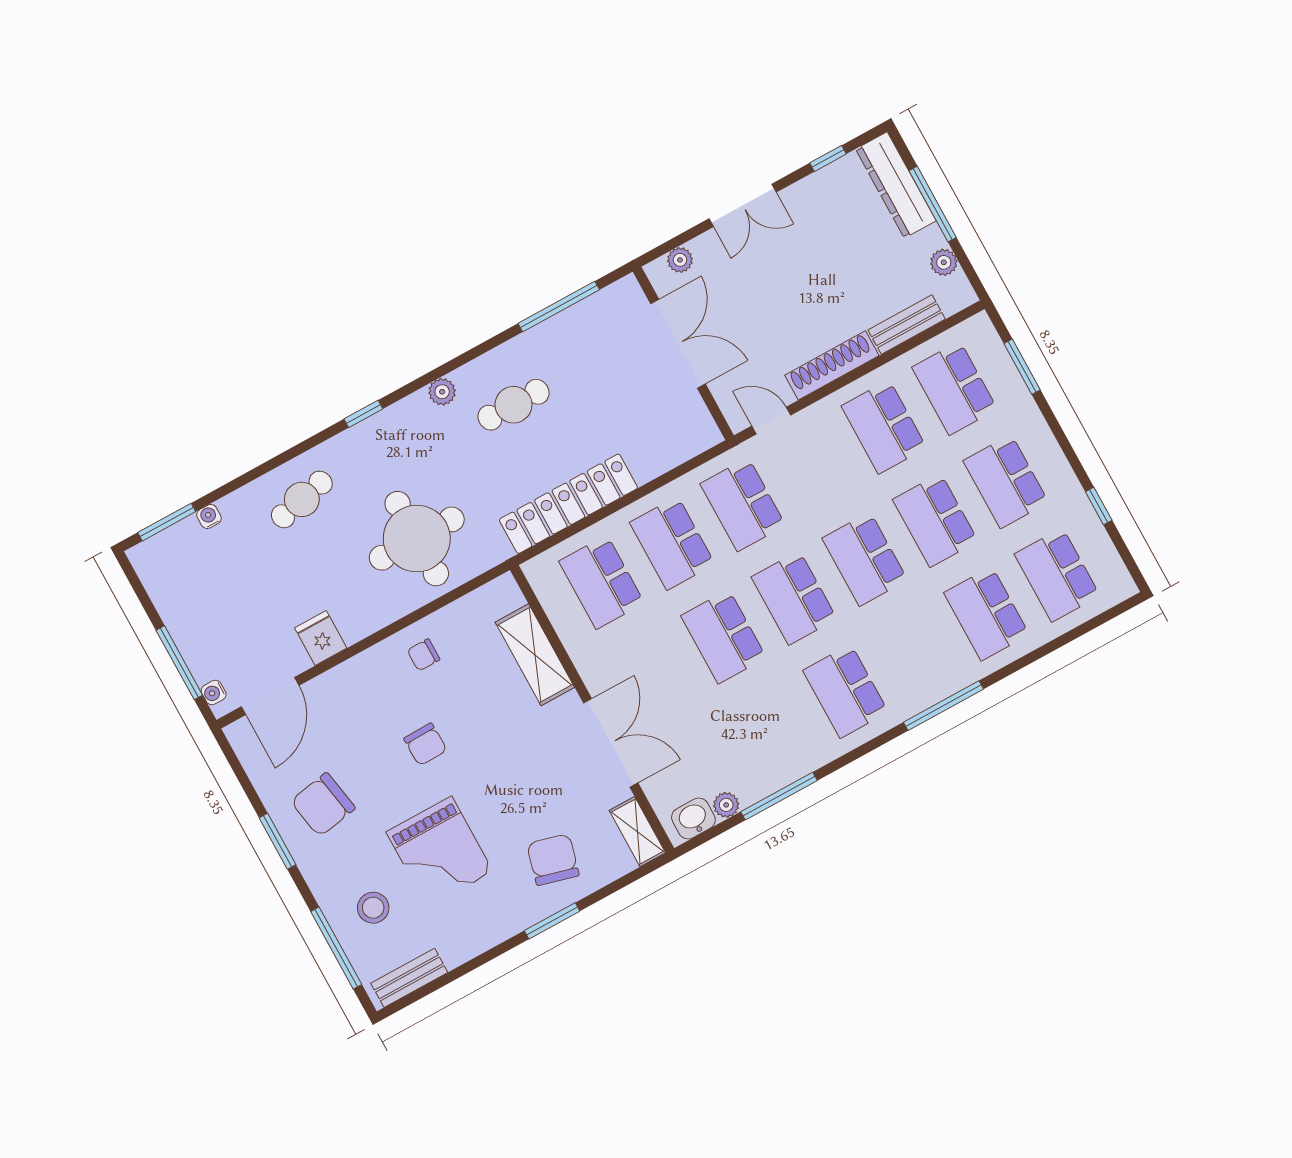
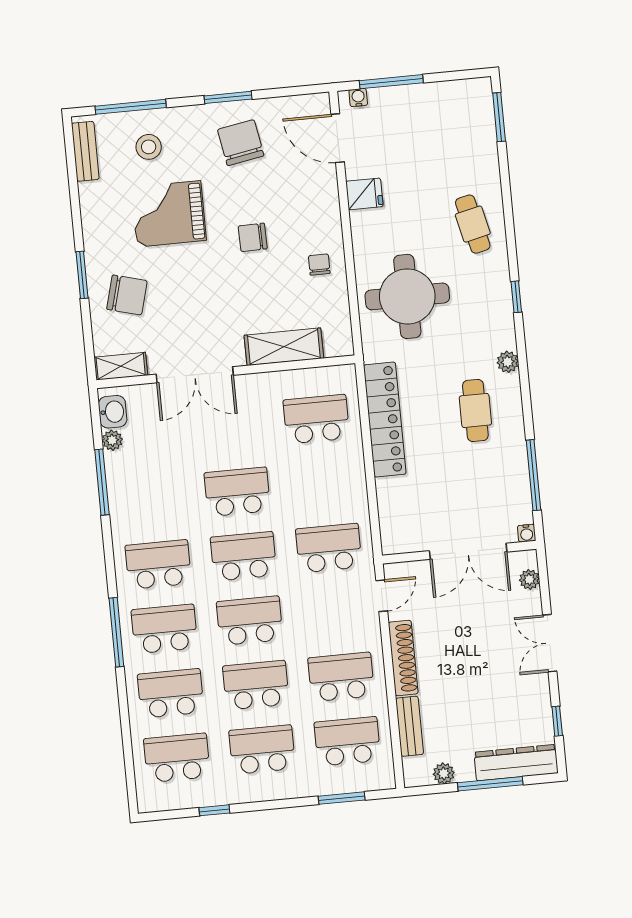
water cooler: (209, 516) -> (527, 533), moved, turned 90
school desk: (672, 543) -> (164, 629), moved

